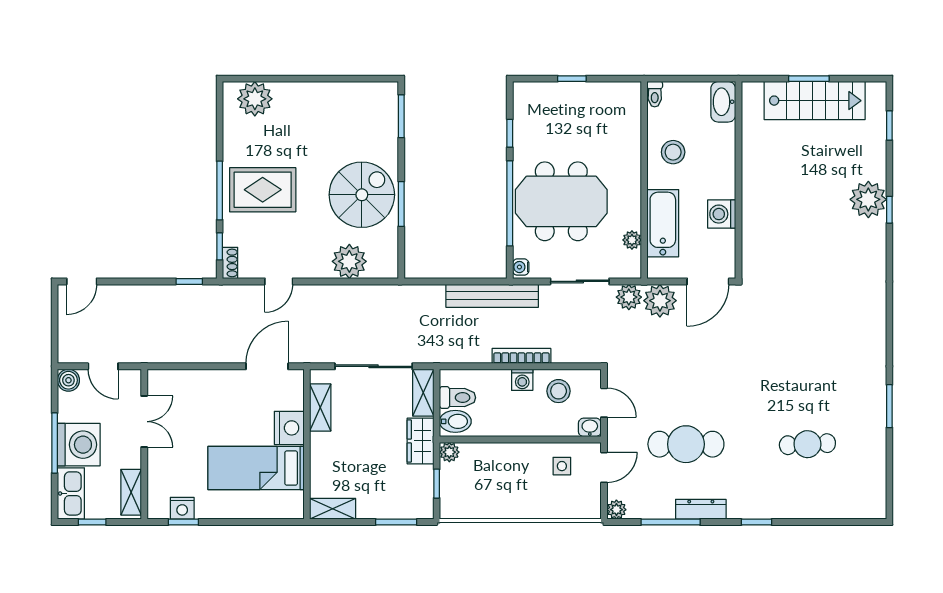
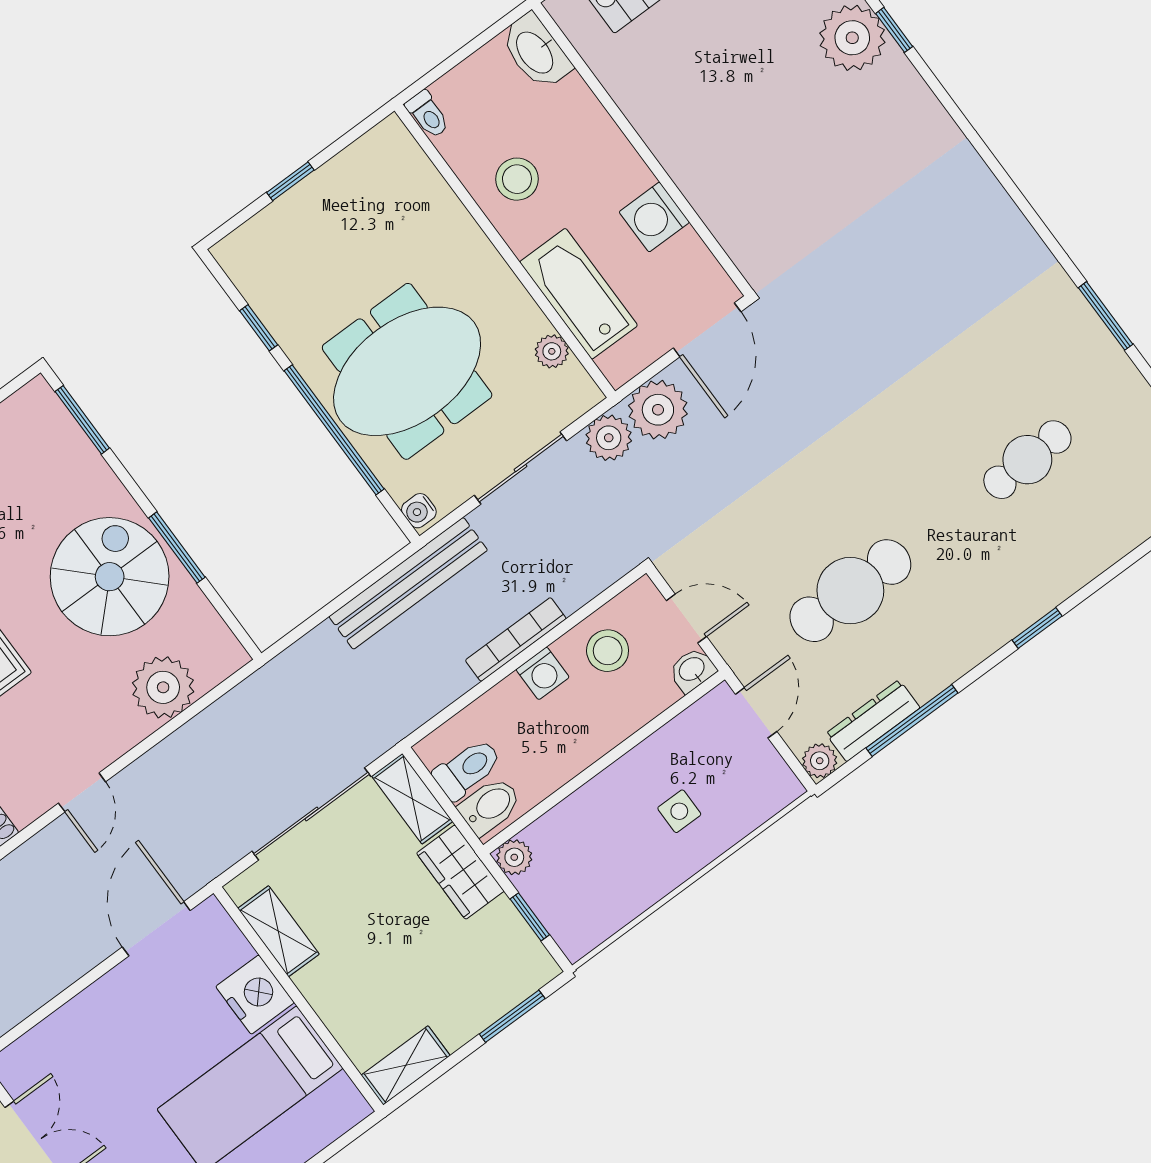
side table: (562, 466) -> (679, 811), moved
dresser: (701, 509) -> (873, 721), moved

